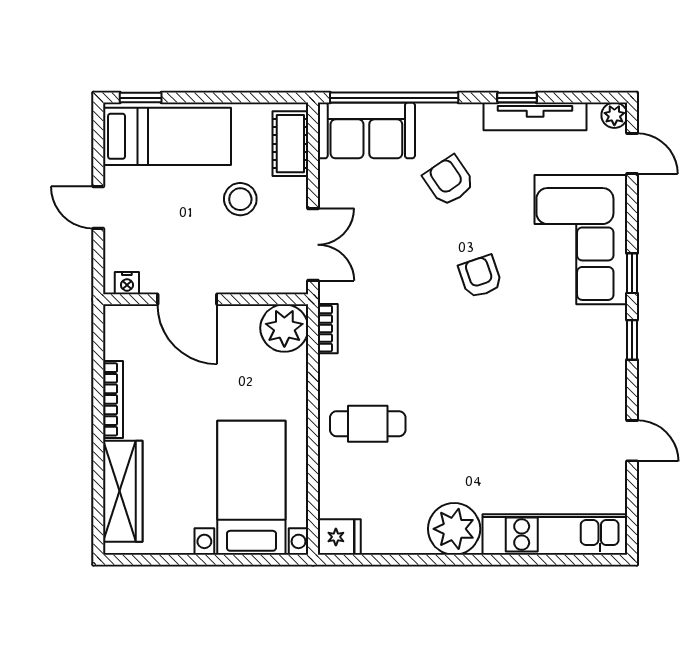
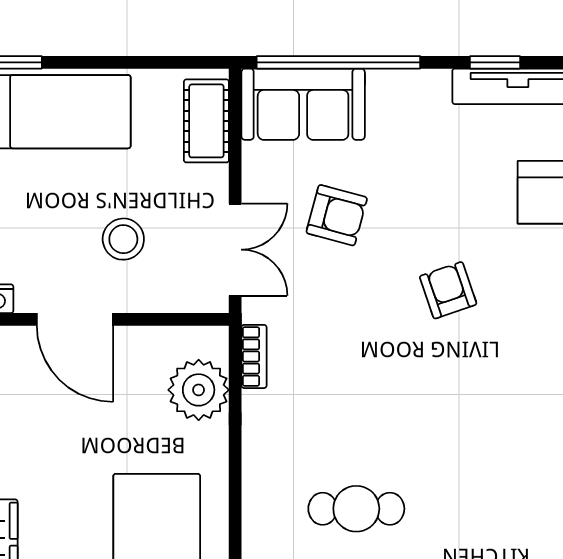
armchair: (449, 181) -> (337, 215), moved, turned 139
stool: (240, 199) -> (123, 239), moved
plant: (284, 328) -> (199, 390), moved
cafe table: (368, 424) -> (356, 509), moved

